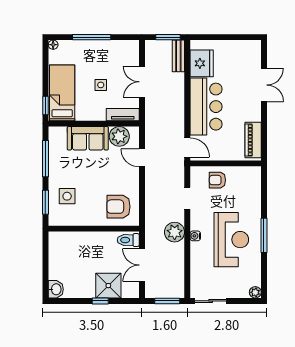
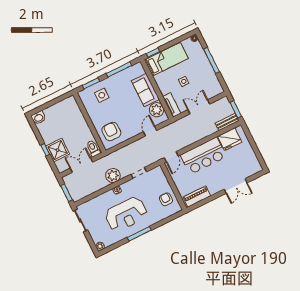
armchair: (217, 180) -> (166, 199), moved

